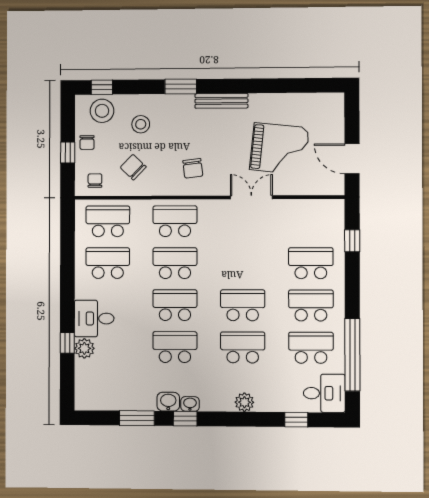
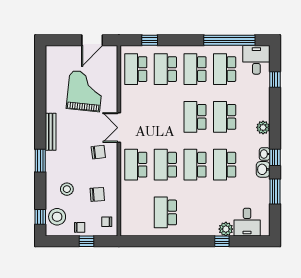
chair: (133, 167) -> (97, 194), turned -138
double door: (251, 197) -> (119, 128), moved
school desk: (108, 221) -> (136, 69), moved
desk: (94, 318) -> (247, 222), moved
plant: (244, 402) -> (263, 127), moved

